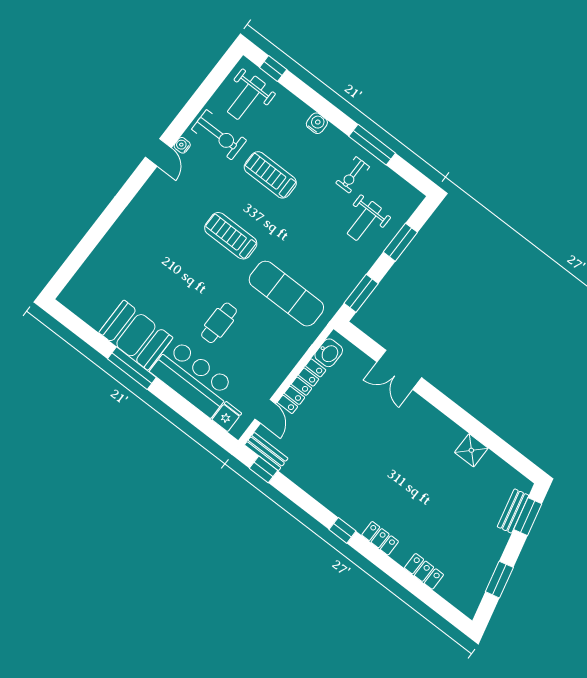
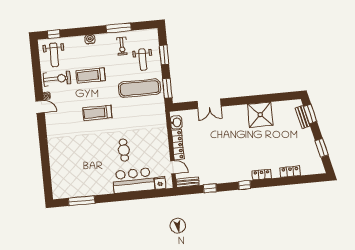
exercise mat: (286, 294) -> (139, 88), moved
booth: (136, 335) -> (97, 184), removed
window: (132, 368) -> (82, 201), moved
shower: (471, 450) -> (260, 115), width x1.86, depth x1.86
window: (263, 469) -> (210, 188), moved

